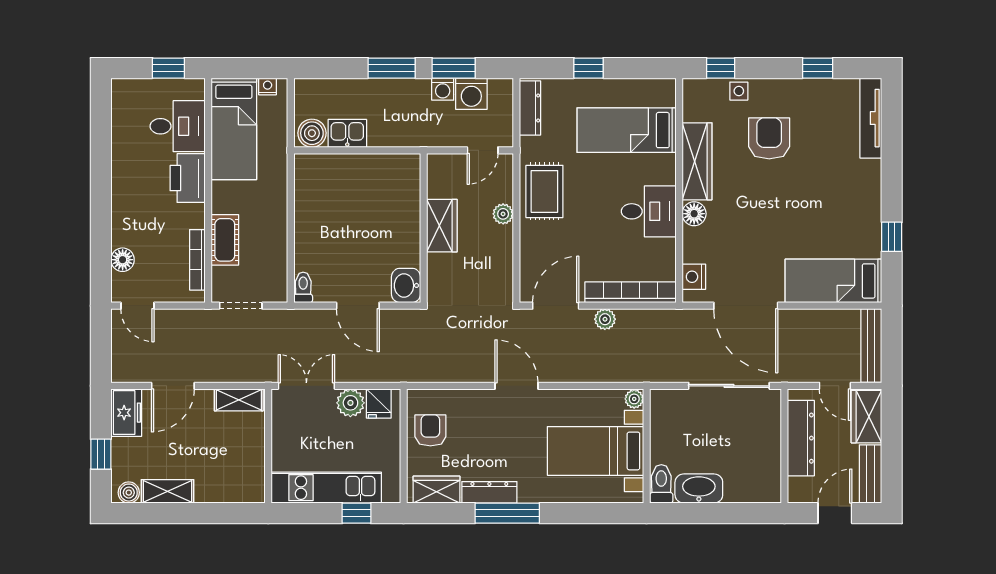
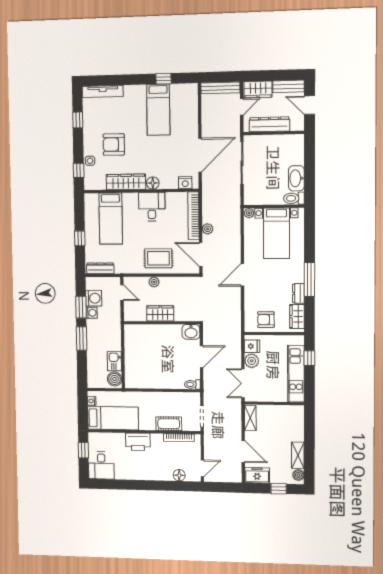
desk: (178, 126) -> (101, 465), moved, turned 180
rug: (544, 191) -> (158, 258), moved
bed: (833, 281) -> (158, 110), moved
dresser: (489, 492) -> (298, 293), width x0.70

